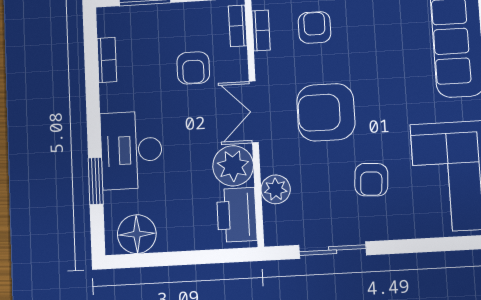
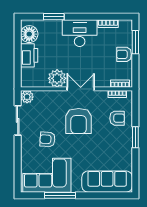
armchair: (193, 68) -> (124, 54), moved
armchair: (326, 112) -> (79, 121), turned 180
desk: (131, 150) -> (80, 33), moved
plant: (276, 189) -> (27, 97), moved
printer: (237, 215) -> (29, 55), moved, turned 90

